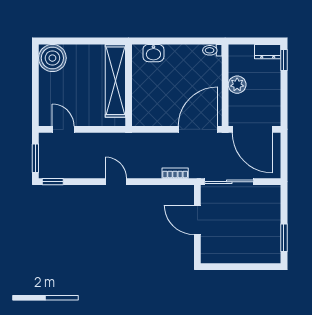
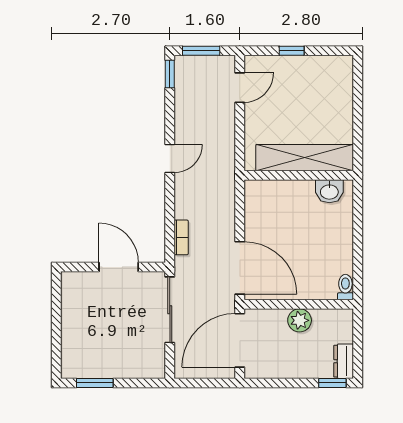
washbasin: (153, 53) -> (329, 191), moved, turned -90
boiler: (52, 58) -> (335, 73), removed
window: (35, 91) -> (292, 51), added
door: (197, 220) -> (119, 267), hinge flipped

